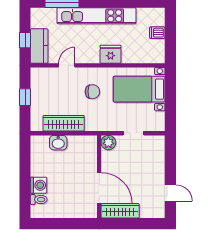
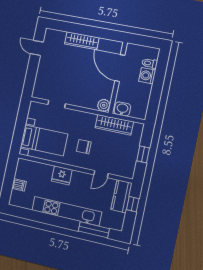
plant: (108, 143) -> (104, 105), moved
wall: (99, 177) -> (118, 78), moved
door: (99, 188) -> (120, 68), moved

